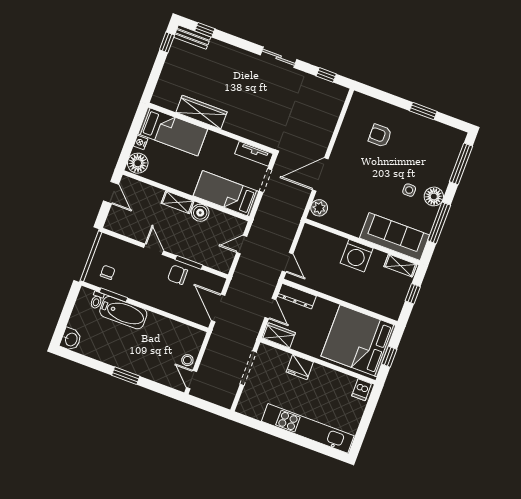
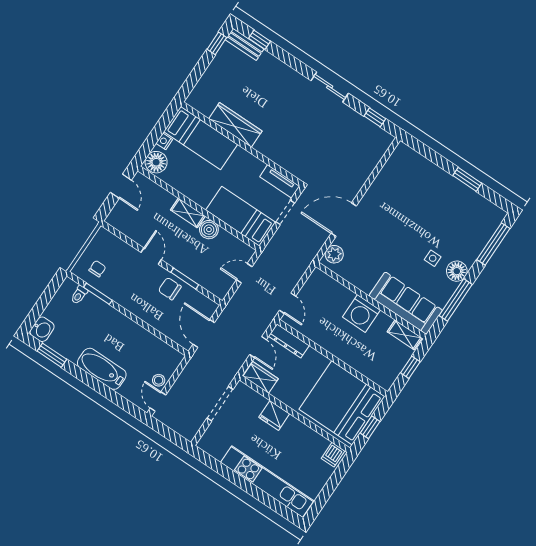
armchair: (380, 136) -> (416, 194), removed
bathtub: (123, 313) -> (102, 369), moved, turned 180
window: (126, 376) -> (52, 355), moved

